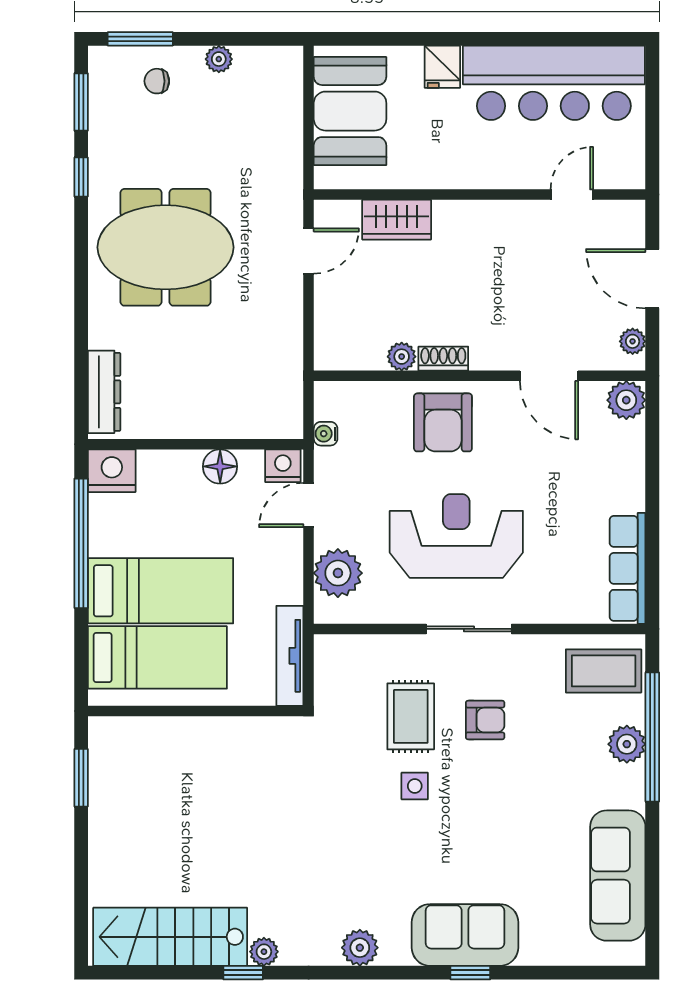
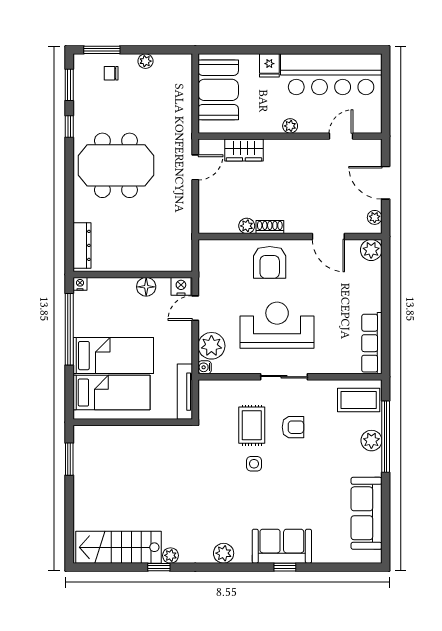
plant: (480, 176) -> (290, 126), added
water cooler: (326, 434) -> (205, 367), moved
nightstand: (112, 471) -> (80, 284), width x0.53, depth x0.56

